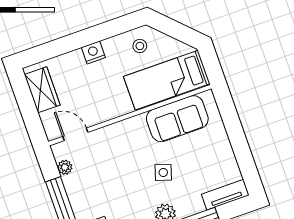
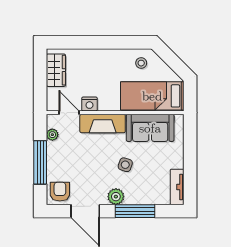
nightstand: (93, 52) -> (89, 104), moved, turned 180
fireplace: (119, 133) -> (103, 123), added
tv unit: (225, 195) -> (177, 187), moved, turned -90

